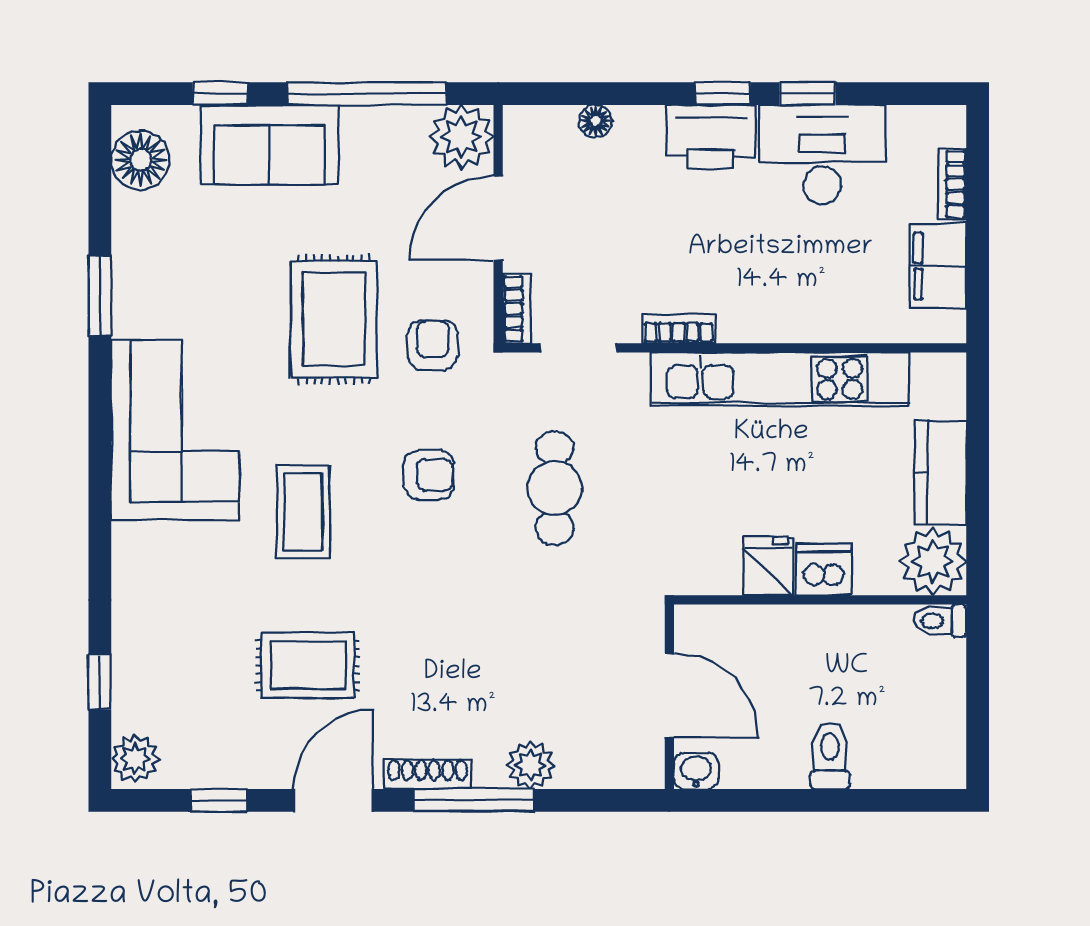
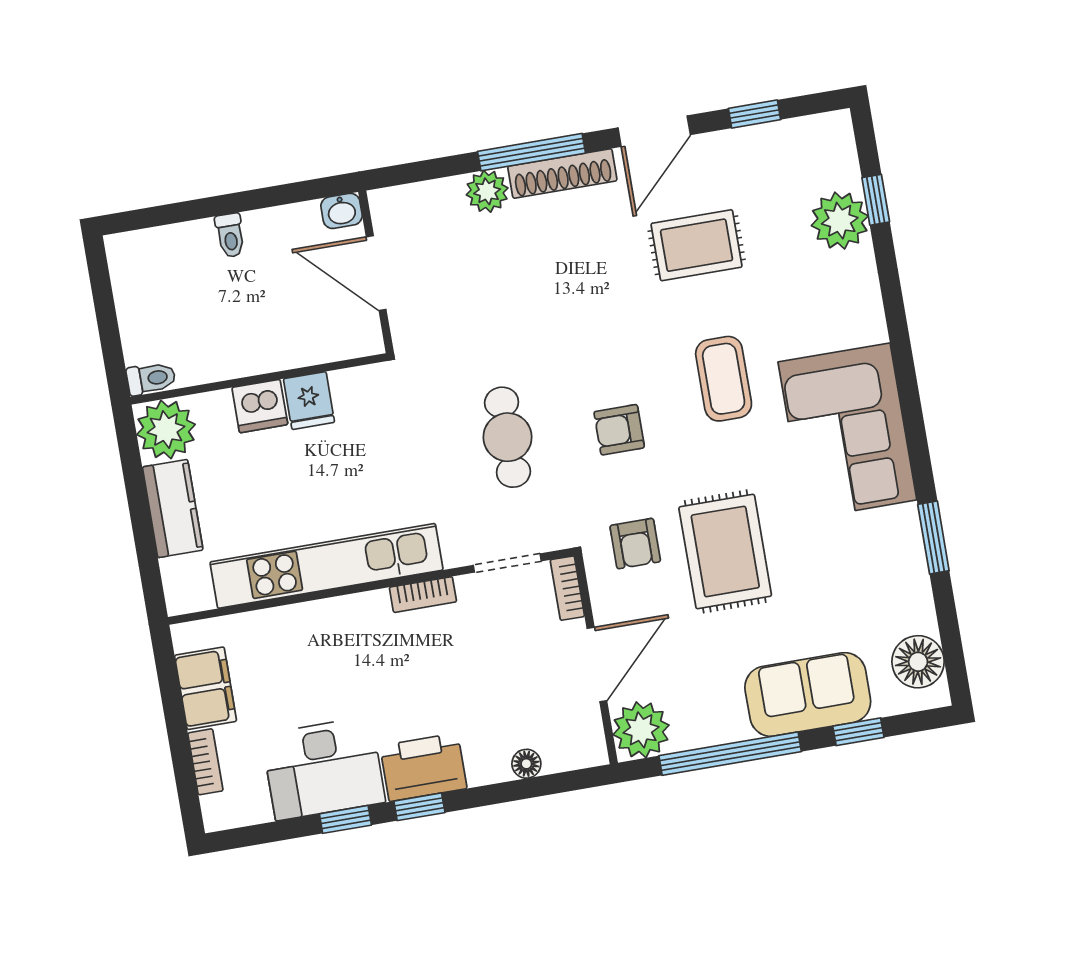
toilet: (830, 756) -> (230, 235), width x0.73, depth x0.72
plant: (135, 759) -> (840, 221), moved, width x1.36, depth x1.36
shoe rack: (428, 774) -> (562, 174), width x1.36, depth x1.24

